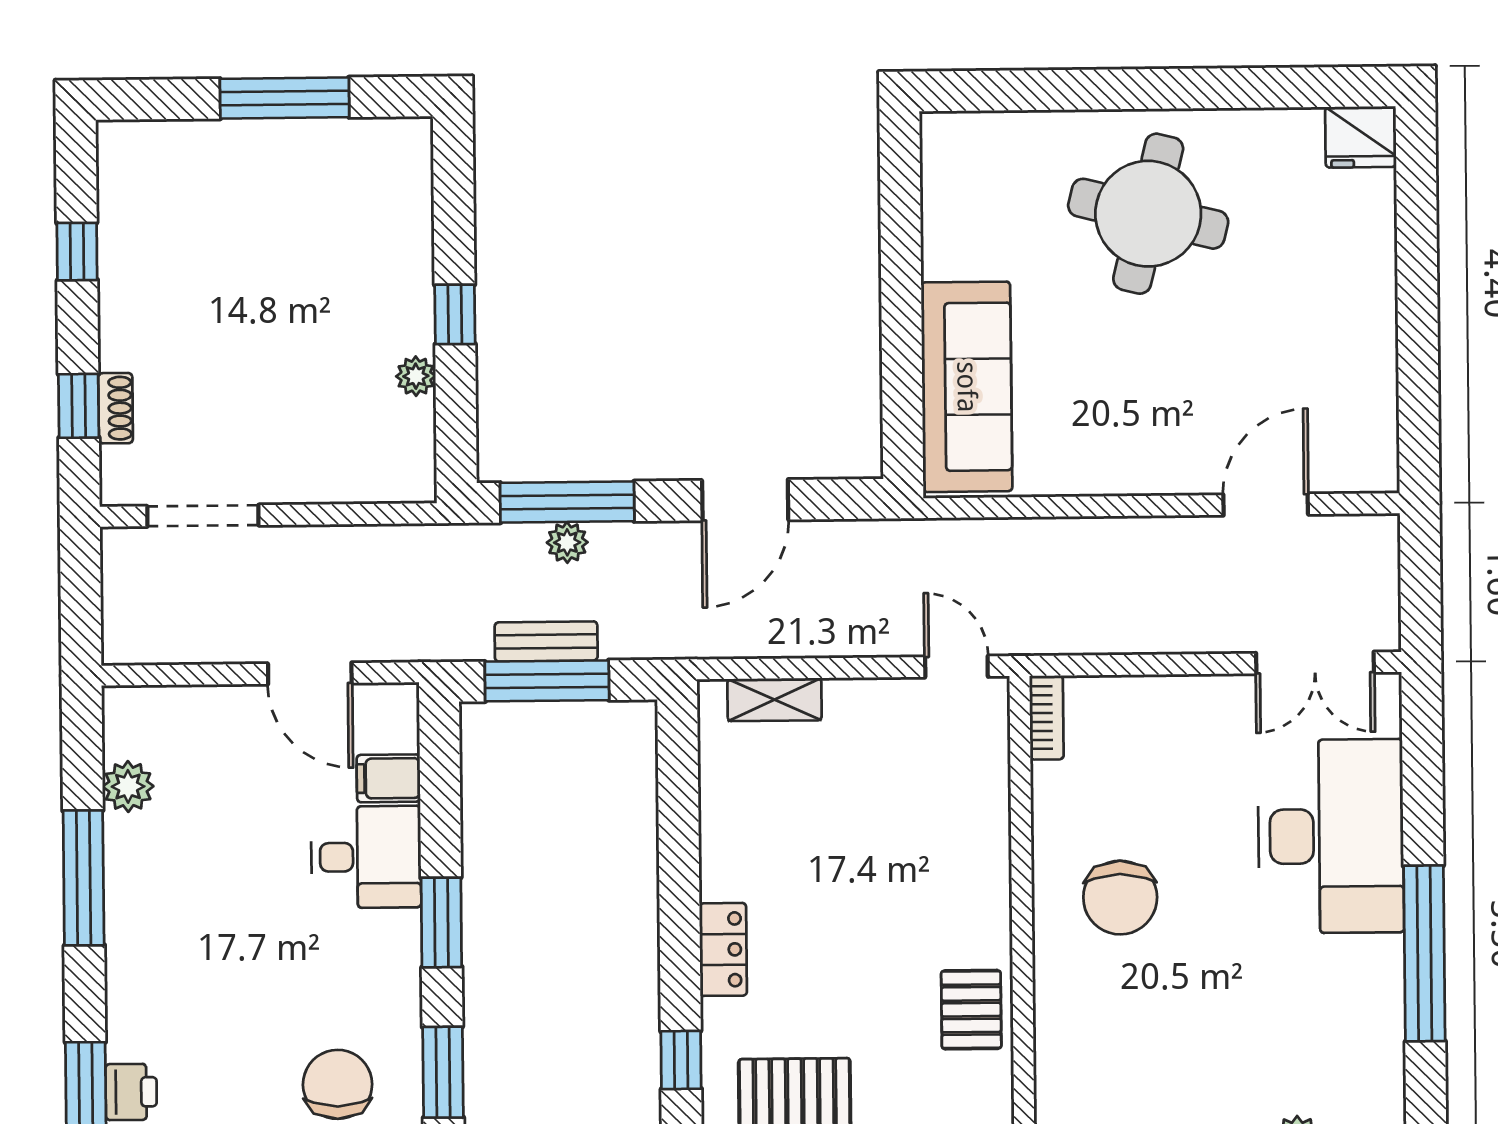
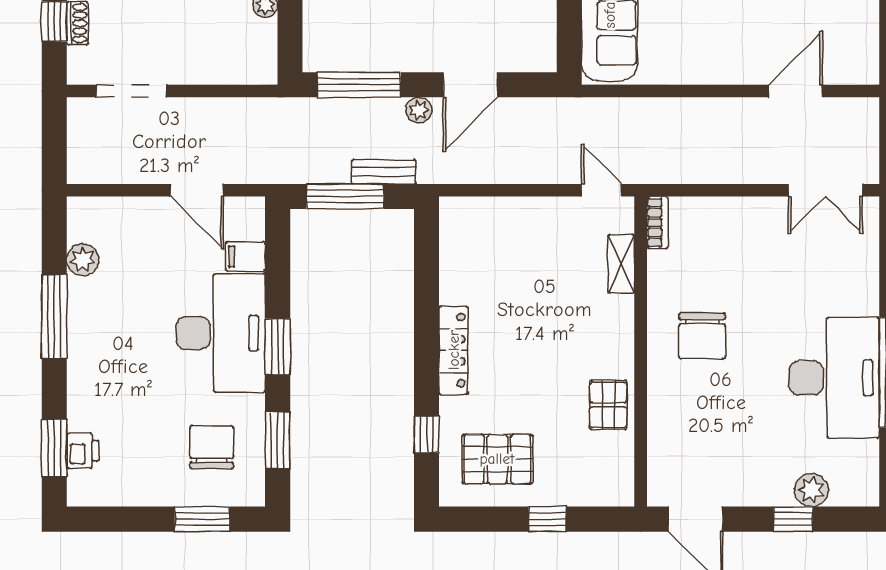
plant: (567, 542) -> (419, 110), moved
bench: (546, 641) -> (384, 172), moved
shelving: (775, 700) -> (621, 264), moved, turned 90
desk: (1331, 836) -> (834, 378), moved
desk: (366, 857) -> (221, 333), width x1.87, depth x1.30
locker: (723, 949) -> (454, 350), width x1.53

